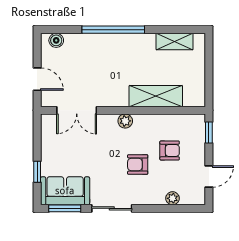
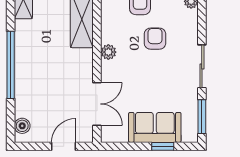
armchair: (138, 165) -> (155, 39), turned 180
sofa: (65, 191) -> (155, 127), moved, turned 90

